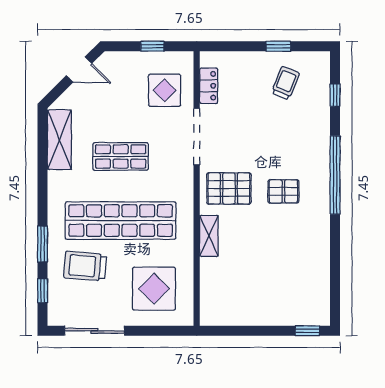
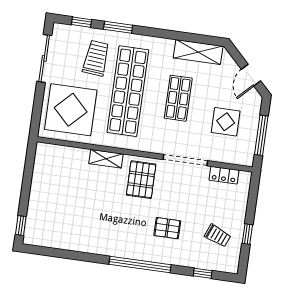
window: (152, 46) -> (261, 135), width x2.17
display table: (165, 90) -> (226, 122), moved
pallet: (283, 191) -> (167, 228), moved, turned 90
display table: (154, 289) -> (71, 110), width x1.36, depth x1.36

